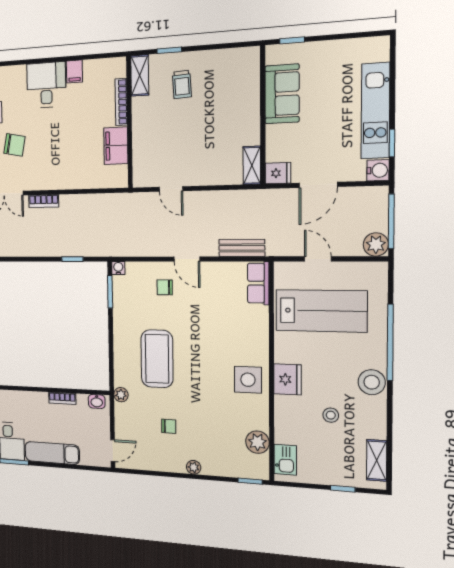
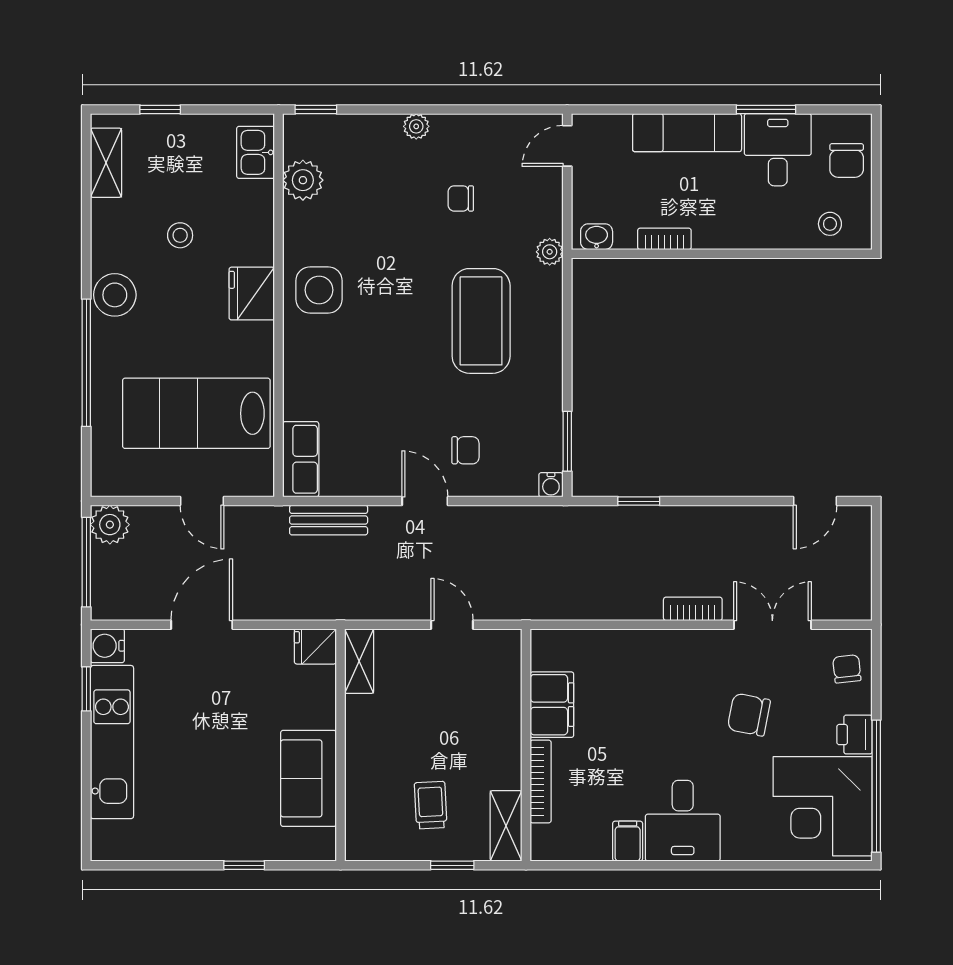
sofa: (282, 94) -> (309, 778), moved
wall: (263, 115) -> (340, 745), moved
shelving: (252, 165) -> (359, 661), moved
fridge: (278, 173) -> (315, 646), moved

